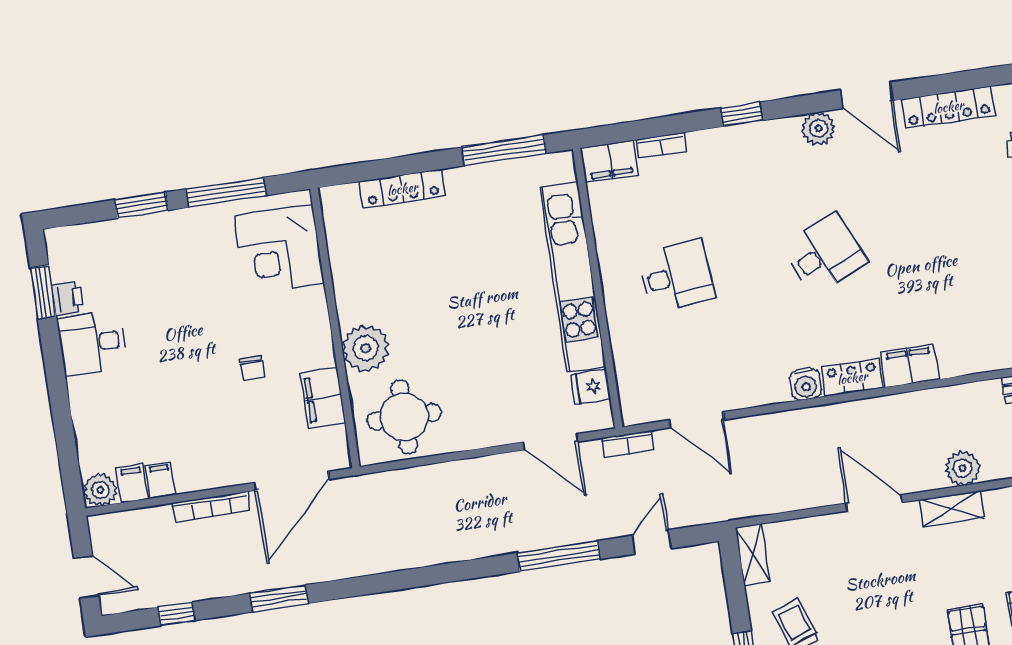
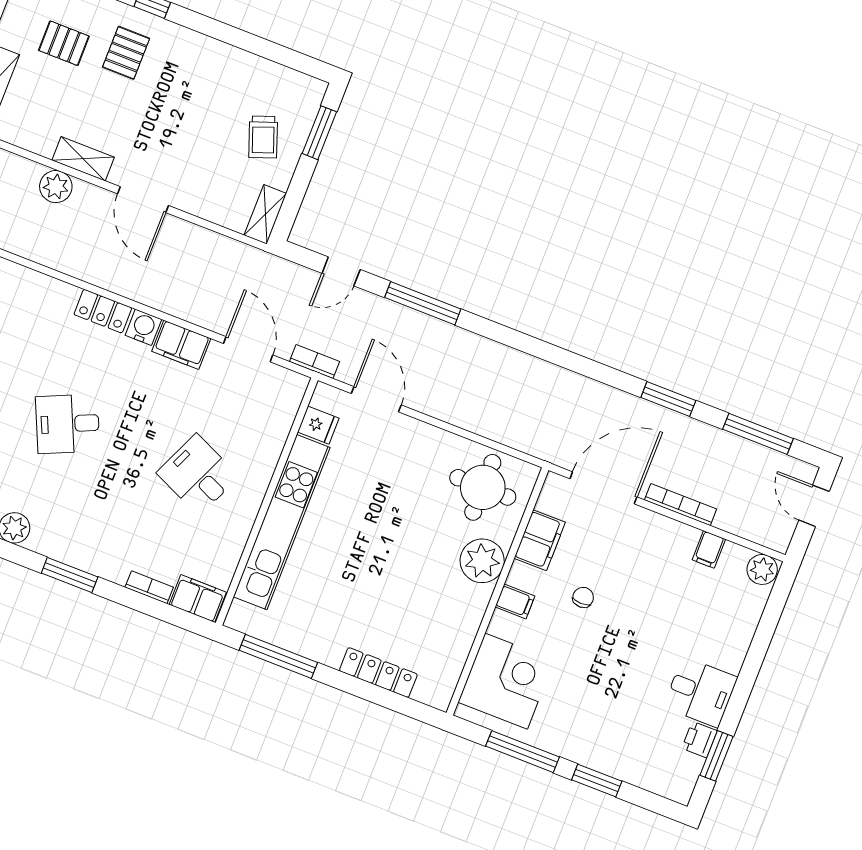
window: (742, 114) -> (70, 575), width x1.50
desk: (676, 276) -> (198, 475), turned 30
filing cabinet: (910, 366) -> (181, 345), moved
filing cabinet: (132, 483) -> (515, 601), moved, turned -90
window: (177, 614) -> (758, 434), width x2.17

